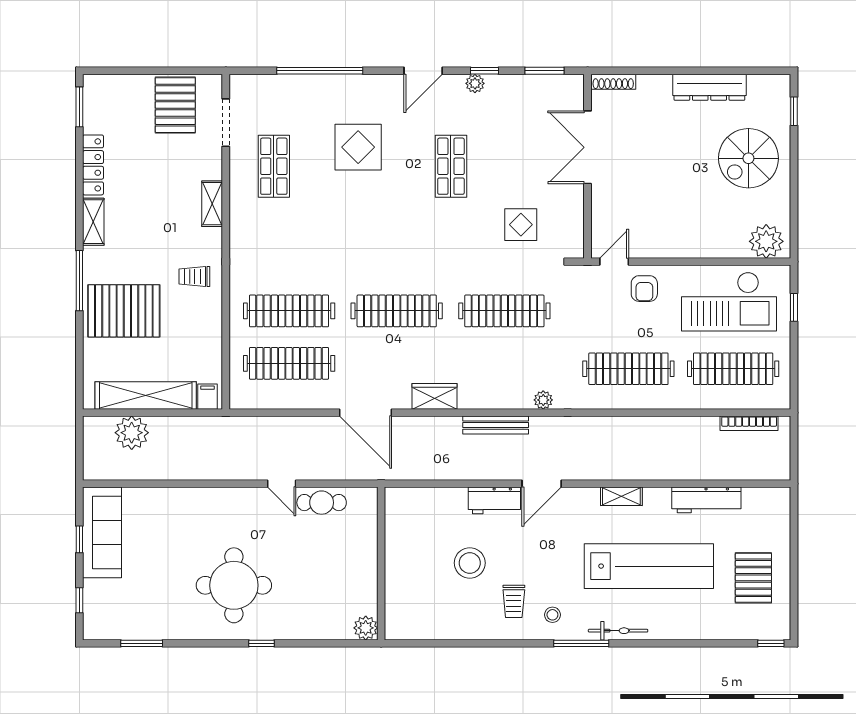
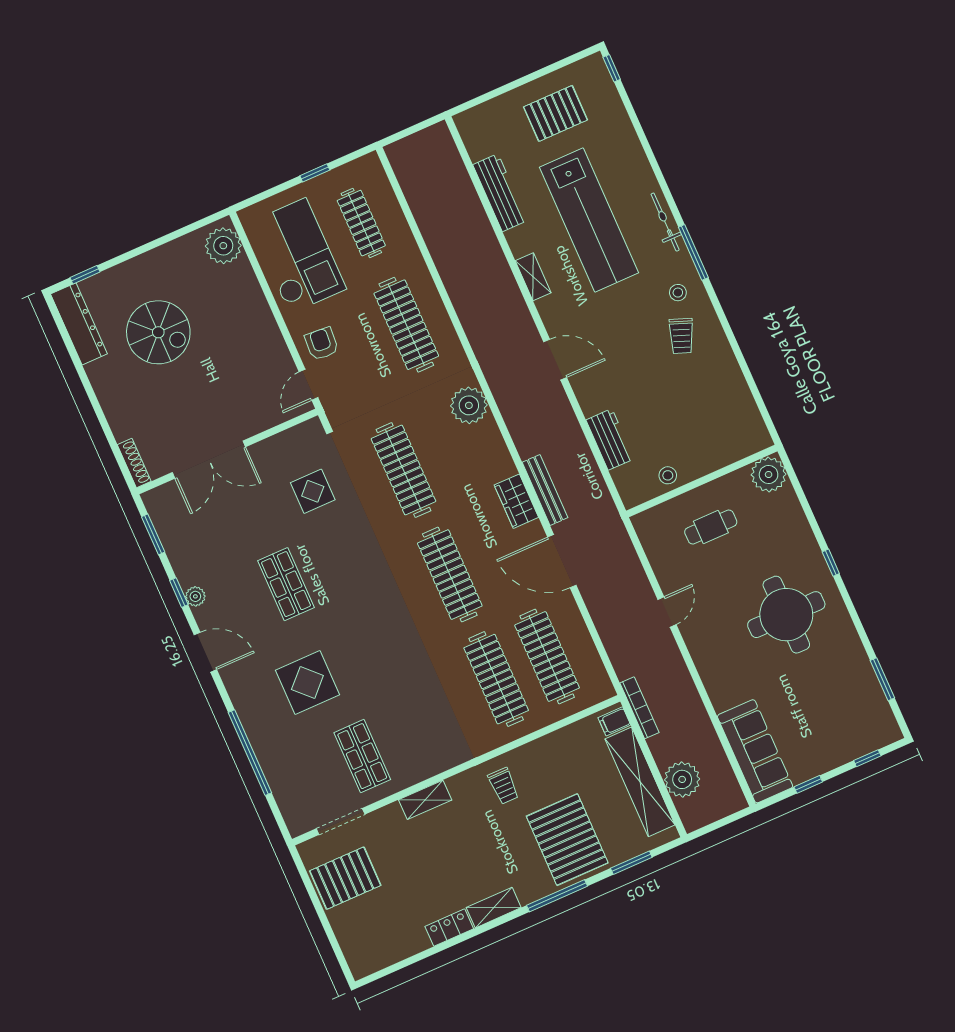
dresser: (709, 87) -> (79, 324), moved
window: (79, 107) -> (631, 863), moved
spiral stairs: (748, 158) -> (158, 332), moved
locker: (93, 165) -> (449, 928), width x0.66
shop shelf: (274, 166) -> (362, 756), turned 90
shop shelf: (451, 166) -> (286, 584), turned 90
door: (614, 262) -> (309, 385), hinge flipped
armchair: (644, 289) -> (322, 344), turned -86
window: (794, 307) -> (315, 173), moved
clothes rail: (733, 369) -> (361, 223), width x0.73, depth x0.76
plant: (543, 400) -> (469, 405), width x1.87, depth x1.87
door: (366, 413) -> (562, 561), swing flipped
bookcase: (749, 423) -> (639, 708), moved
bench: (496, 425) -> (545, 490), moved
workbench: (494, 500) -> (610, 439), moved
cafe table: (322, 503) -> (711, 527), moved, turned 90
sofa: (102, 532) -> (755, 751), moved, turned 90
stool: (470, 563) -> (668, 475), moved, width x0.53, depth x0.53
lab bench: (649, 566) -> (589, 220), turned 180
trolley: (514, 601) -> (681, 336), turned 111
plant: (366, 628) -> (769, 474), width x1.36, depth x1.36

